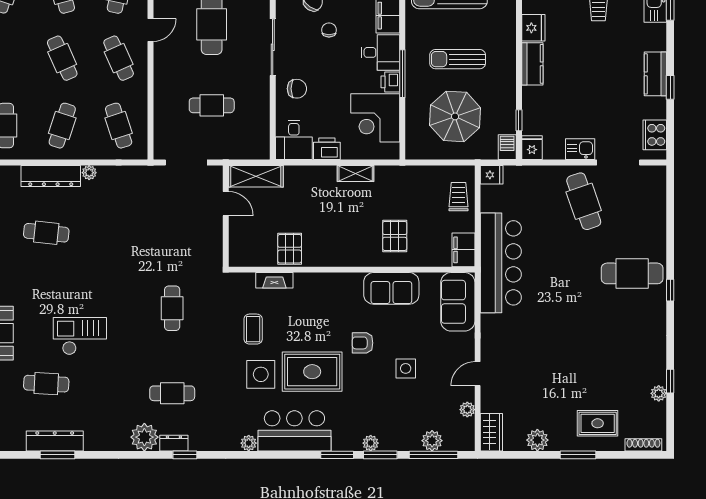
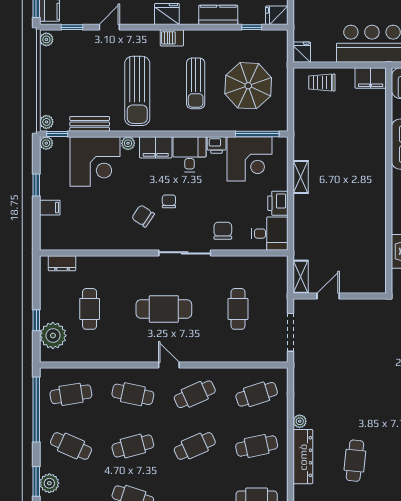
chair: (329, 30) -> (169, 201), turned 90
kitchen counter: (532, 64) -> (218, 15), moved
window: (402, 74) -> (257, 134), moved
cafe table: (62, 126) -> (257, 446), turned -30
barbecue: (507, 147) -> (172, 38), moved
shelving: (256, 176) -> (301, 277), width x0.67, depth x0.75
pallet: (395, 236) -> (358, 141), removed
pallet: (290, 249) -> (370, 237), removed

